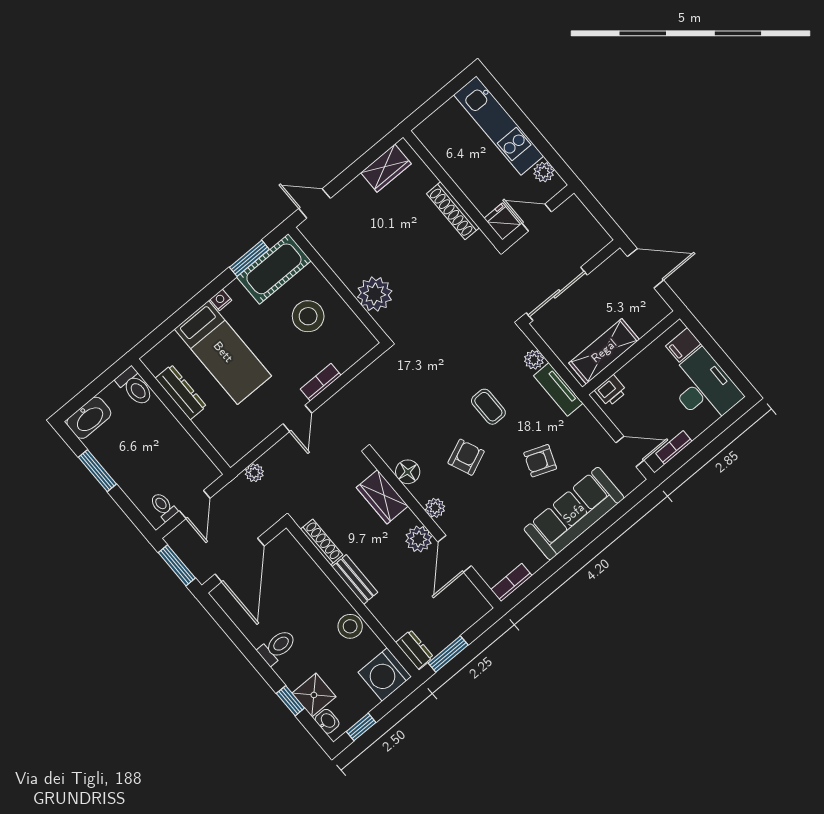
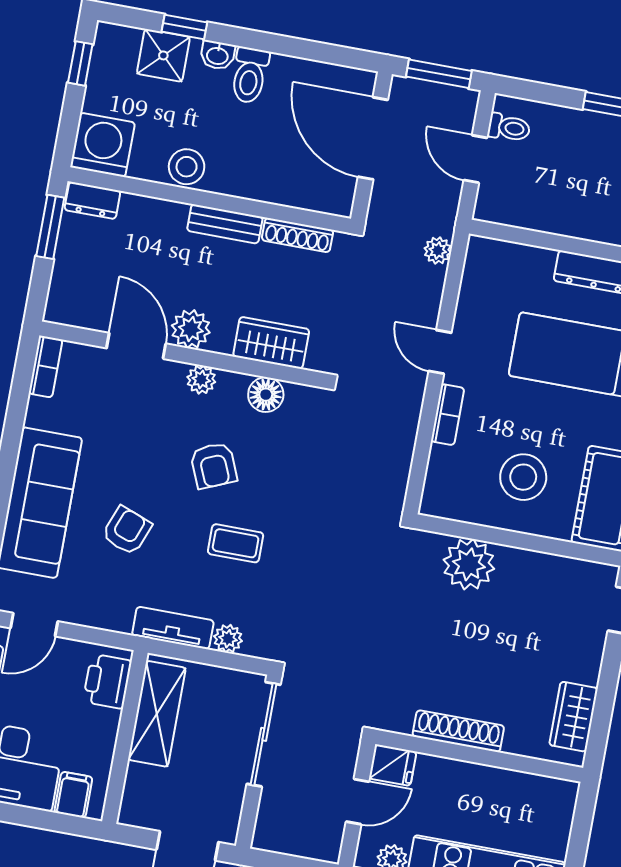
printer: (611, 391) -> (107, 681), width x1.36, depth x1.24
washbasin: (327, 721) -> (217, 55), moved

